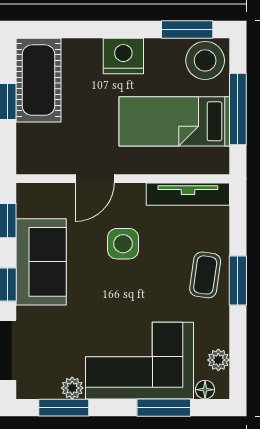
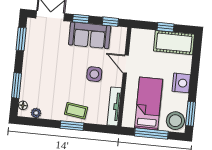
corner sofa: (139, 361) -> (39, 76), removed
plant: (72, 388) -> (30, 44), removed

